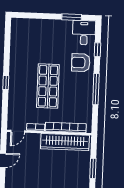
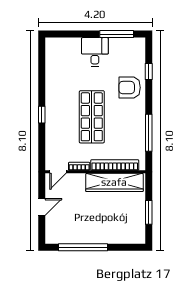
window: (72, 17) -> (117, 34), width x1.44
desk: (84, 33) -> (95, 52), moved
window: (96, 89) -> (149, 133), moved

